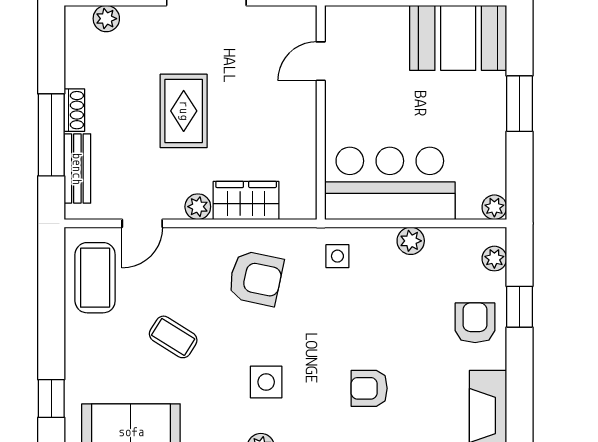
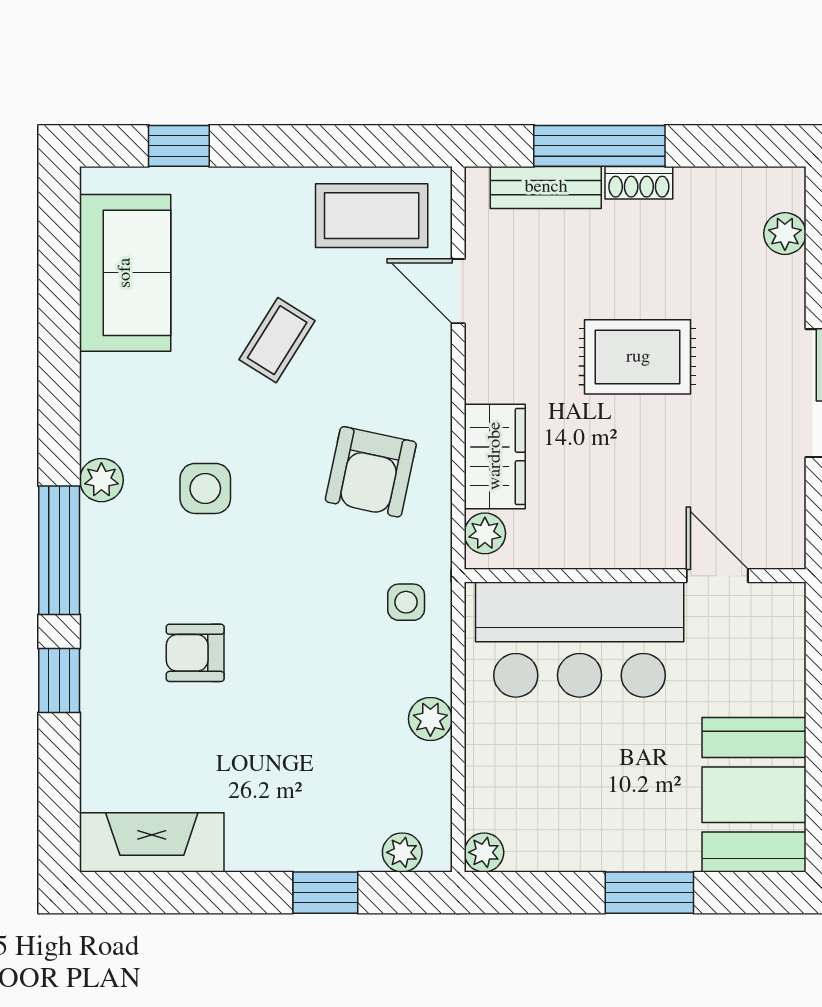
bar counter: (390, 183) -> (580, 640), moved, turned 90
plant: (198, 207) -> (485, 533), moved
armchair: (475, 323) -> (300, 822), removed
armchair: (369, 388) -> (195, 653), turned -90

